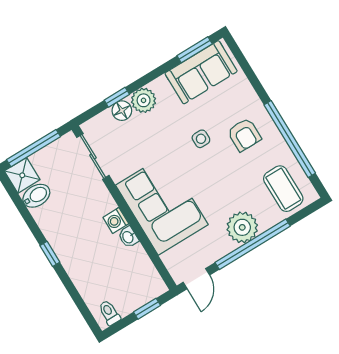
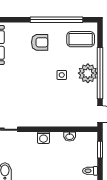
side table: (201, 139) -> (62, 75), moved
corner sofa: (162, 205) -> (50, 108), removed
washbasin: (128, 237) -> (70, 136), moved

